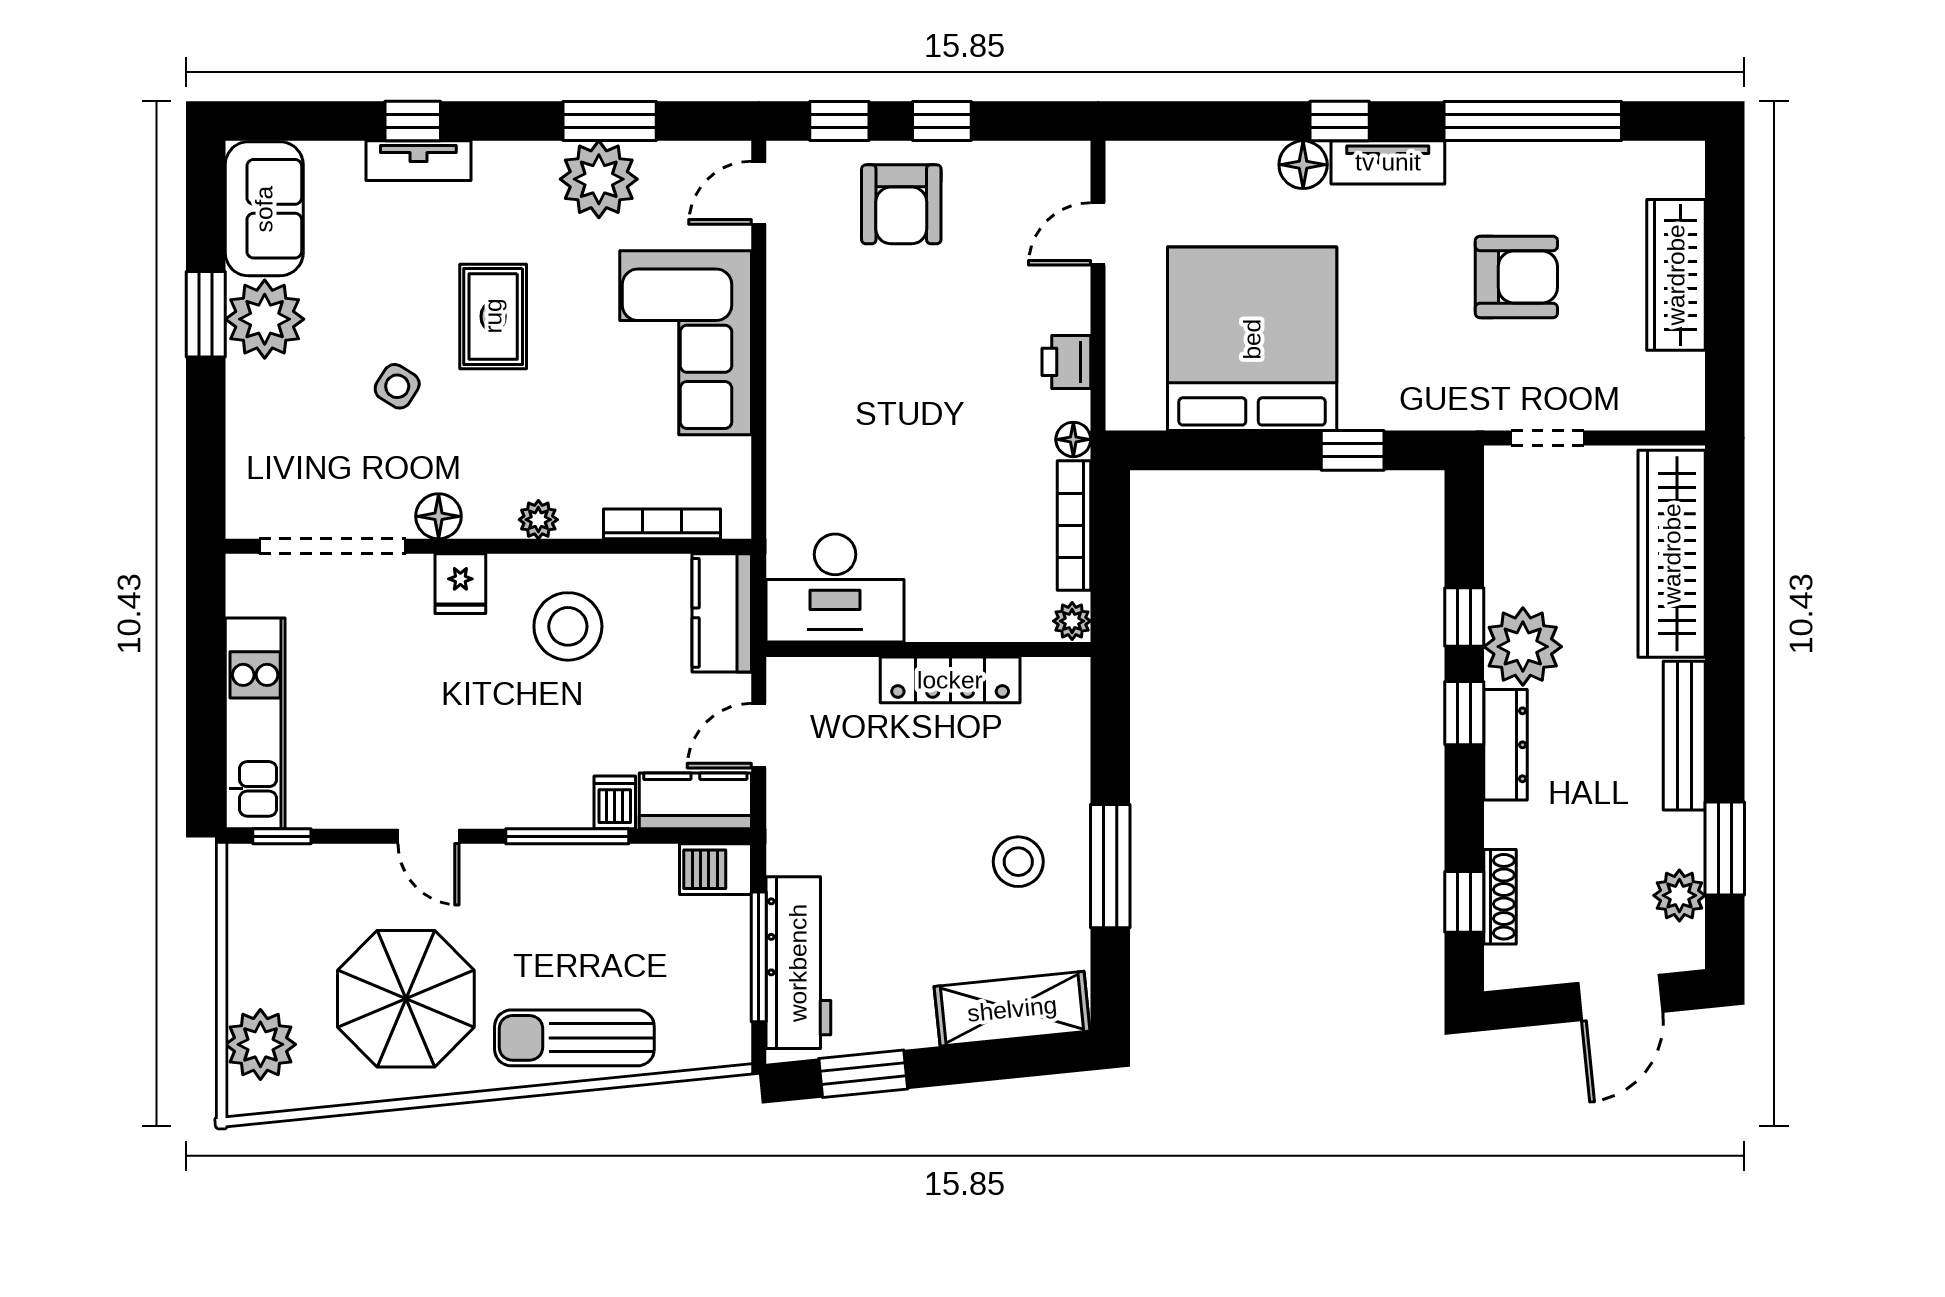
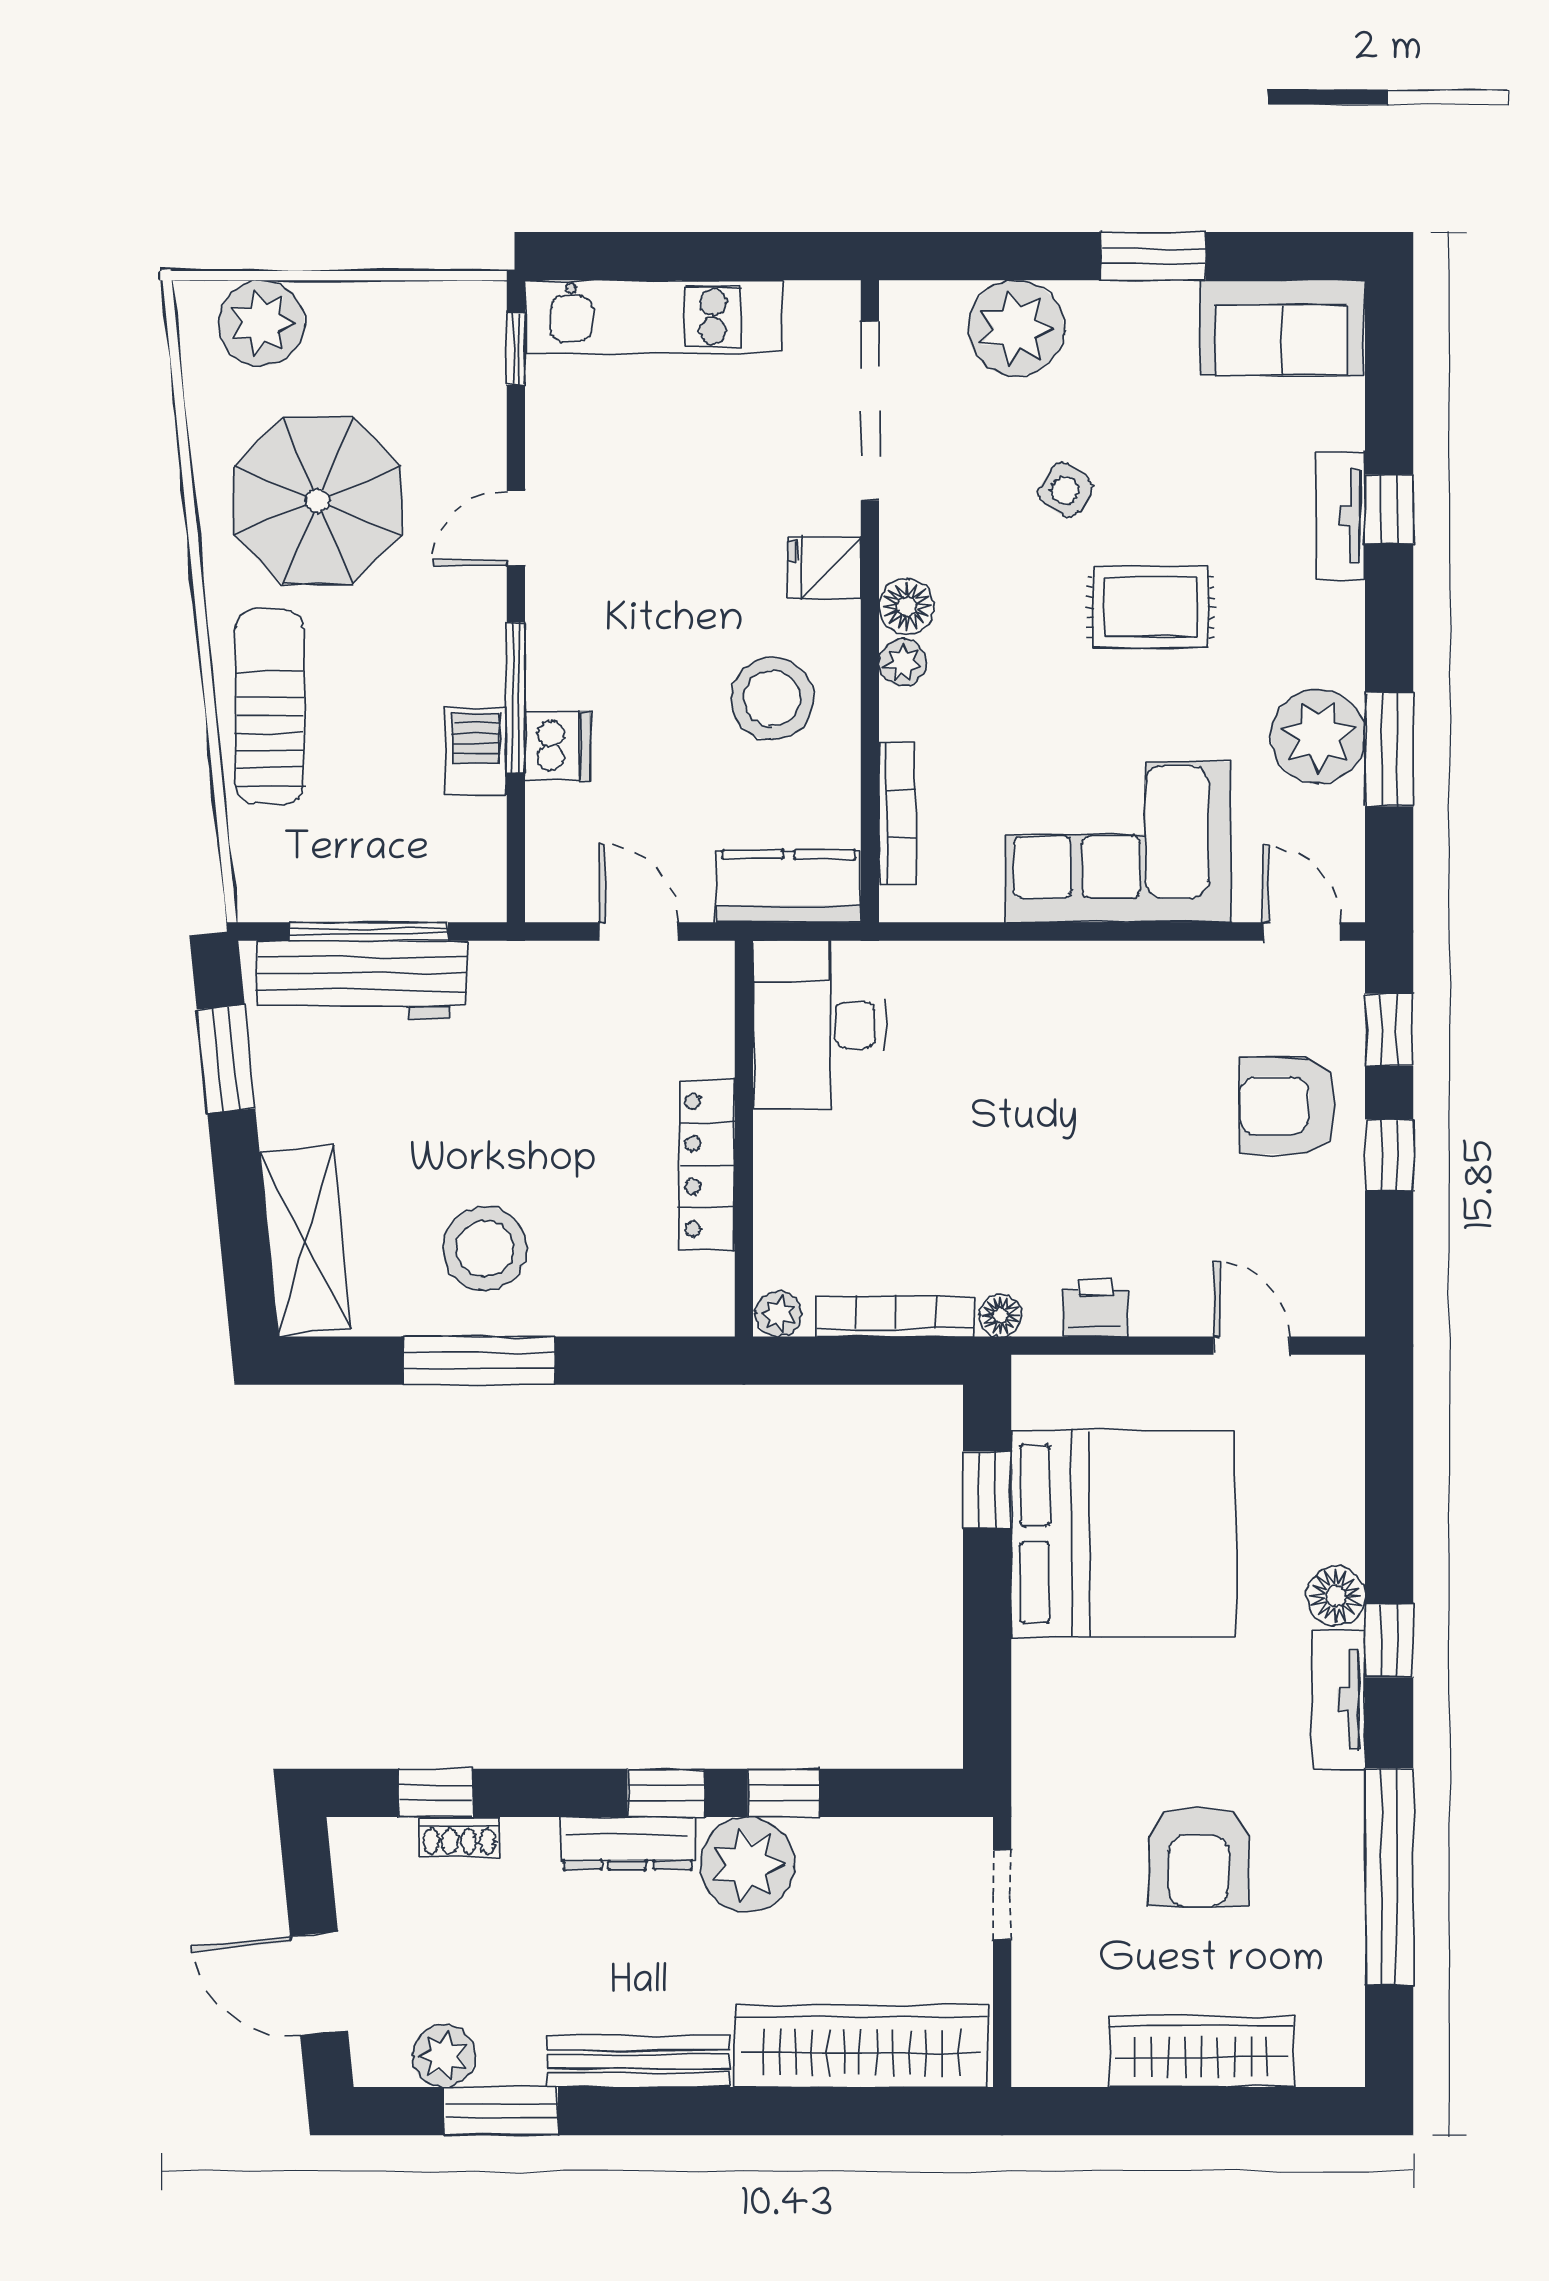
plant: (265, 319) -> (1016, 328), moved
window: (1353, 450) -> (987, 1490), moved
floor lamp: (439, 516) -> (907, 606), moved
kitchen counter: (695, 801) -> (559, 854), removed
dishwasher: (615, 802) -> (557, 746), width x1.38
stool: (1018, 862) -> (485, 1248), width x1.38, depth x1.38
barbecue: (715, 869) -> (476, 752), moved
shoe rack: (1500, 897) -> (459, 1837), width x0.70

